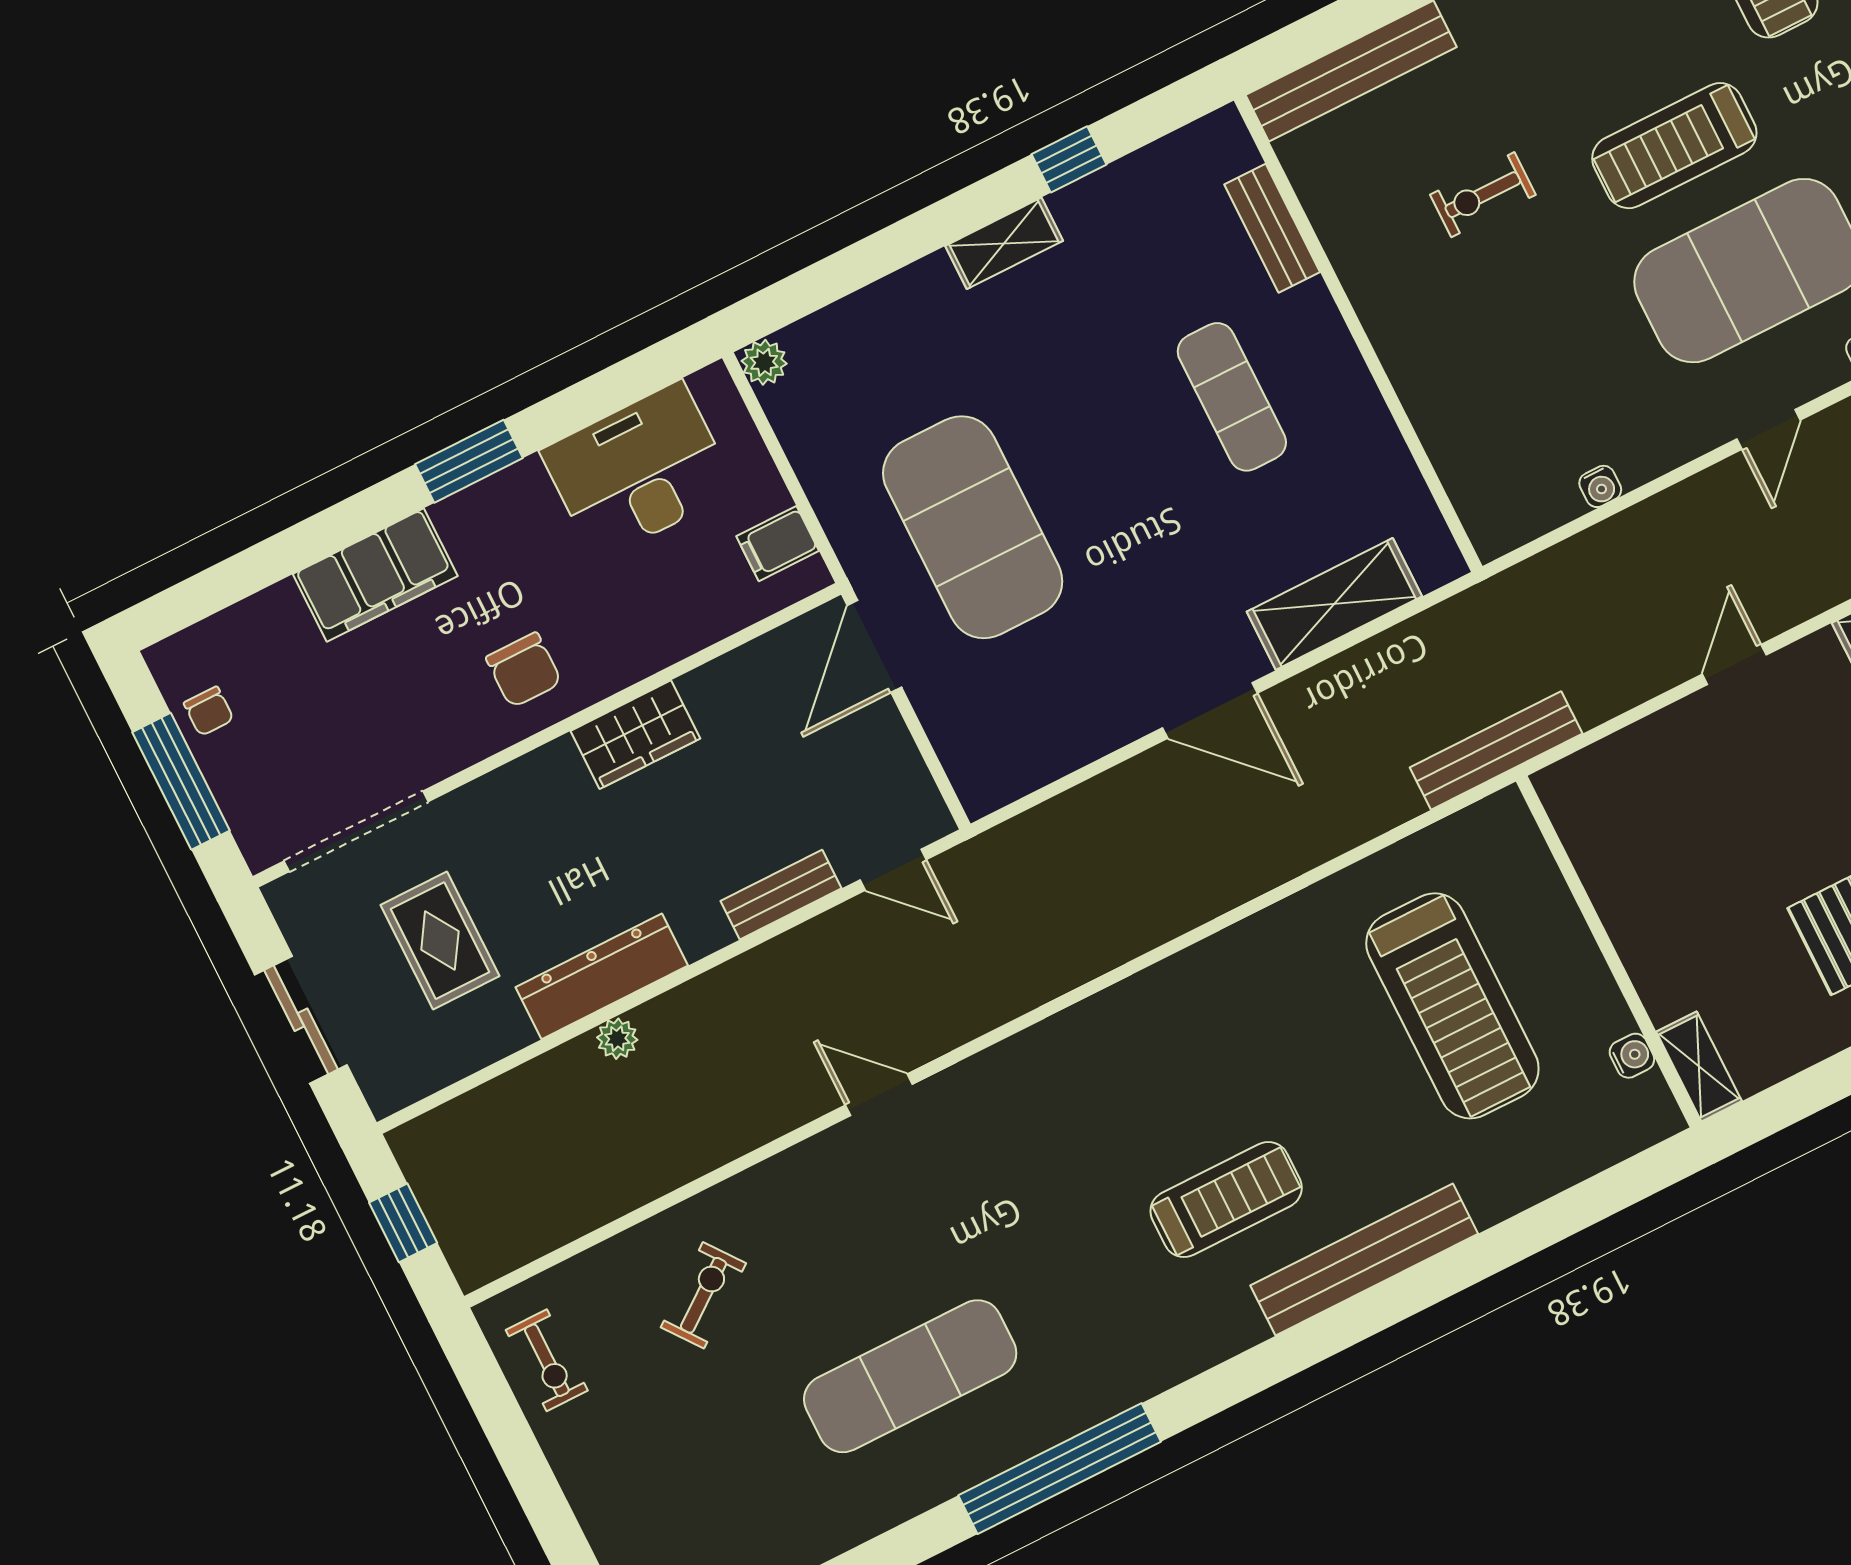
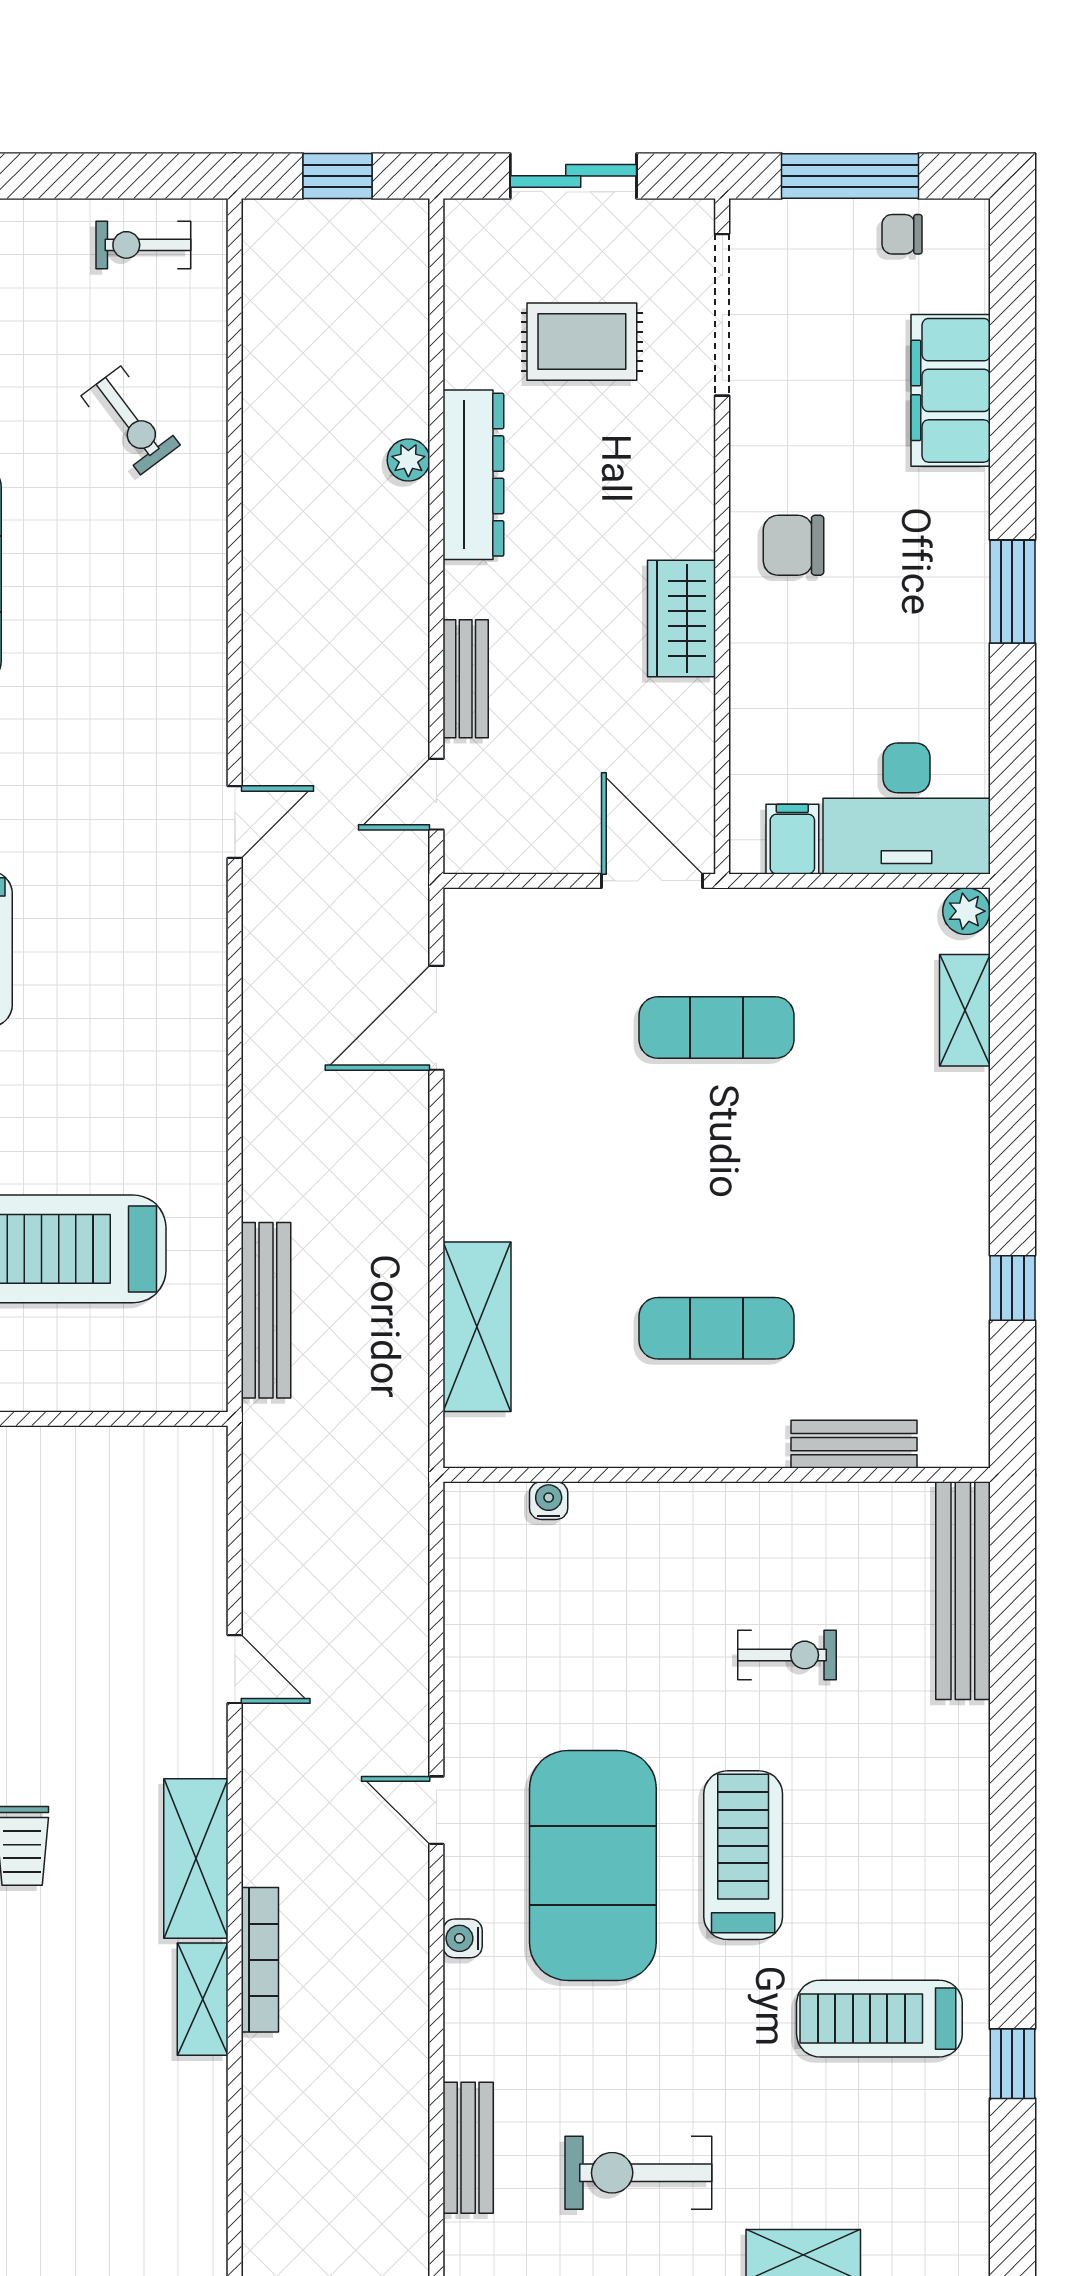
exercise bike: (1483, 195) -> (787, 1655), turned 90
shelving: (1004, 243) -> (965, 1010), moved
desk: (639, 471) -> (907, 809), moved, turned 90
water cooler: (1600, 486) -> (549, 1501), moved, turned 90
exercise mat: (973, 527) -> (717, 1028), width x0.50, depth x0.69
filing cabinet: (375, 575) -> (951, 390), moved
door: (1210, 710) -> (436, 1018), moved
bench: (1496, 750) -> (266, 1310), moved
door: (879, 1095) -> (235, 822), moved

